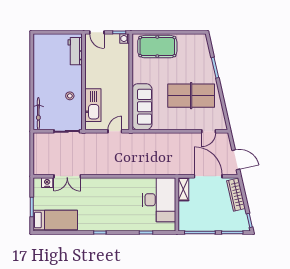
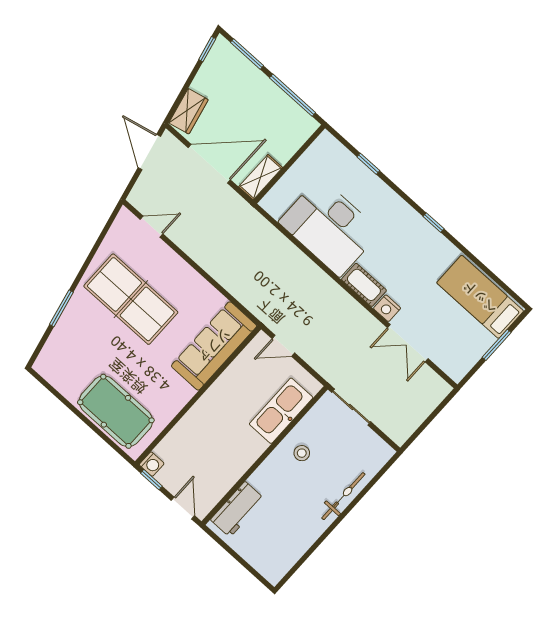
bicycle: (38, 114) -> (343, 496), moved
double door: (67, 176) -> (408, 343), swing flipped
door: (208, 176) -> (209, 164), swing flipped
nightstand: (47, 183) -> (387, 308), moved
cot: (105, 184) -> (364, 285), added
wardrobe: (236, 195) -> (189, 111), width x0.67
desk: (159, 200) -> (330, 227), moved, turned -90

